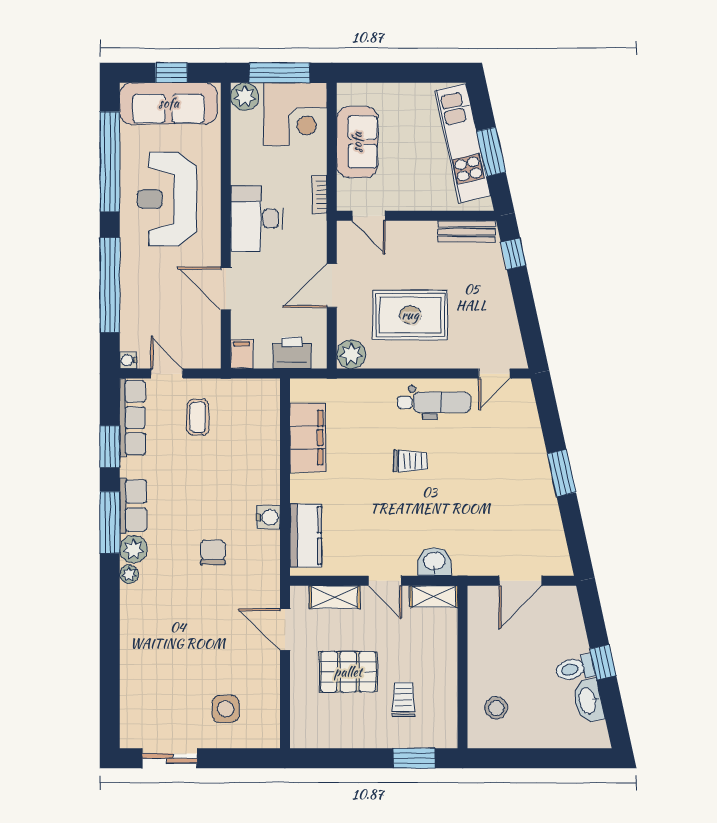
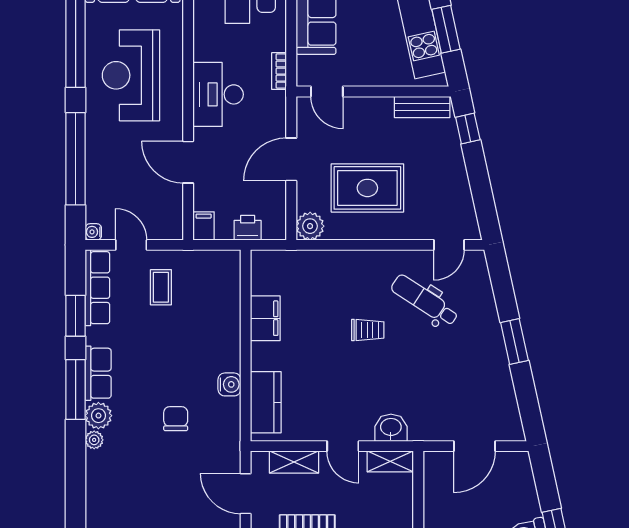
printer: (292, 353) -> (248, 228), width x0.73, depth x0.81
dental chair: (434, 402) -> (425, 300), moved, turned -147
filing cabinet: (308, 438) -> (265, 318), width x0.67, depth x0.86

